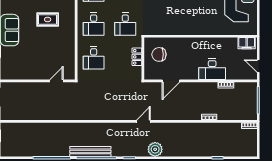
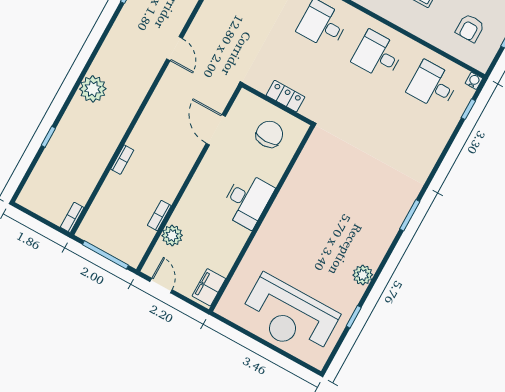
desk: (125, 24) -> (349, 107), removed
door: (258, 66) -> (161, 286), hinge flipped
desk: (212, 69) -> (247, 200), moved, turned 180
plant: (232, 74) -> (172, 236), added
plant: (155, 149) -> (93, 89), moved

